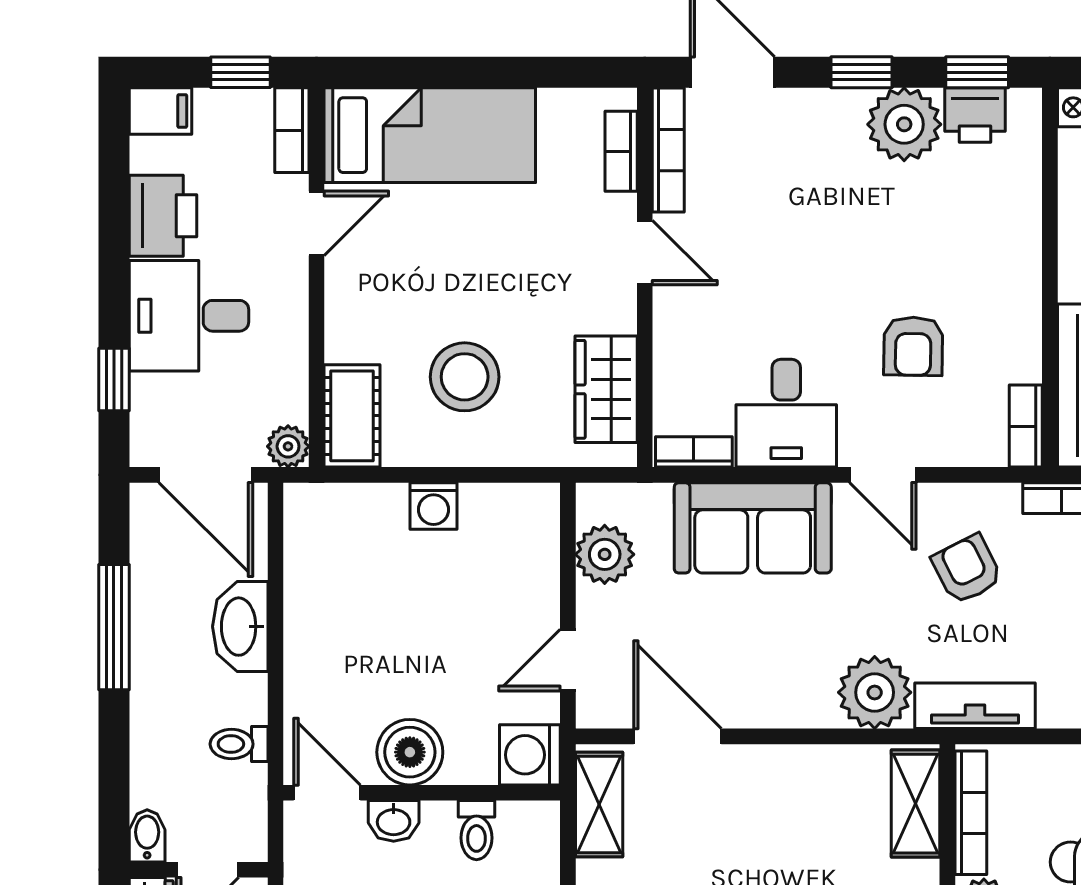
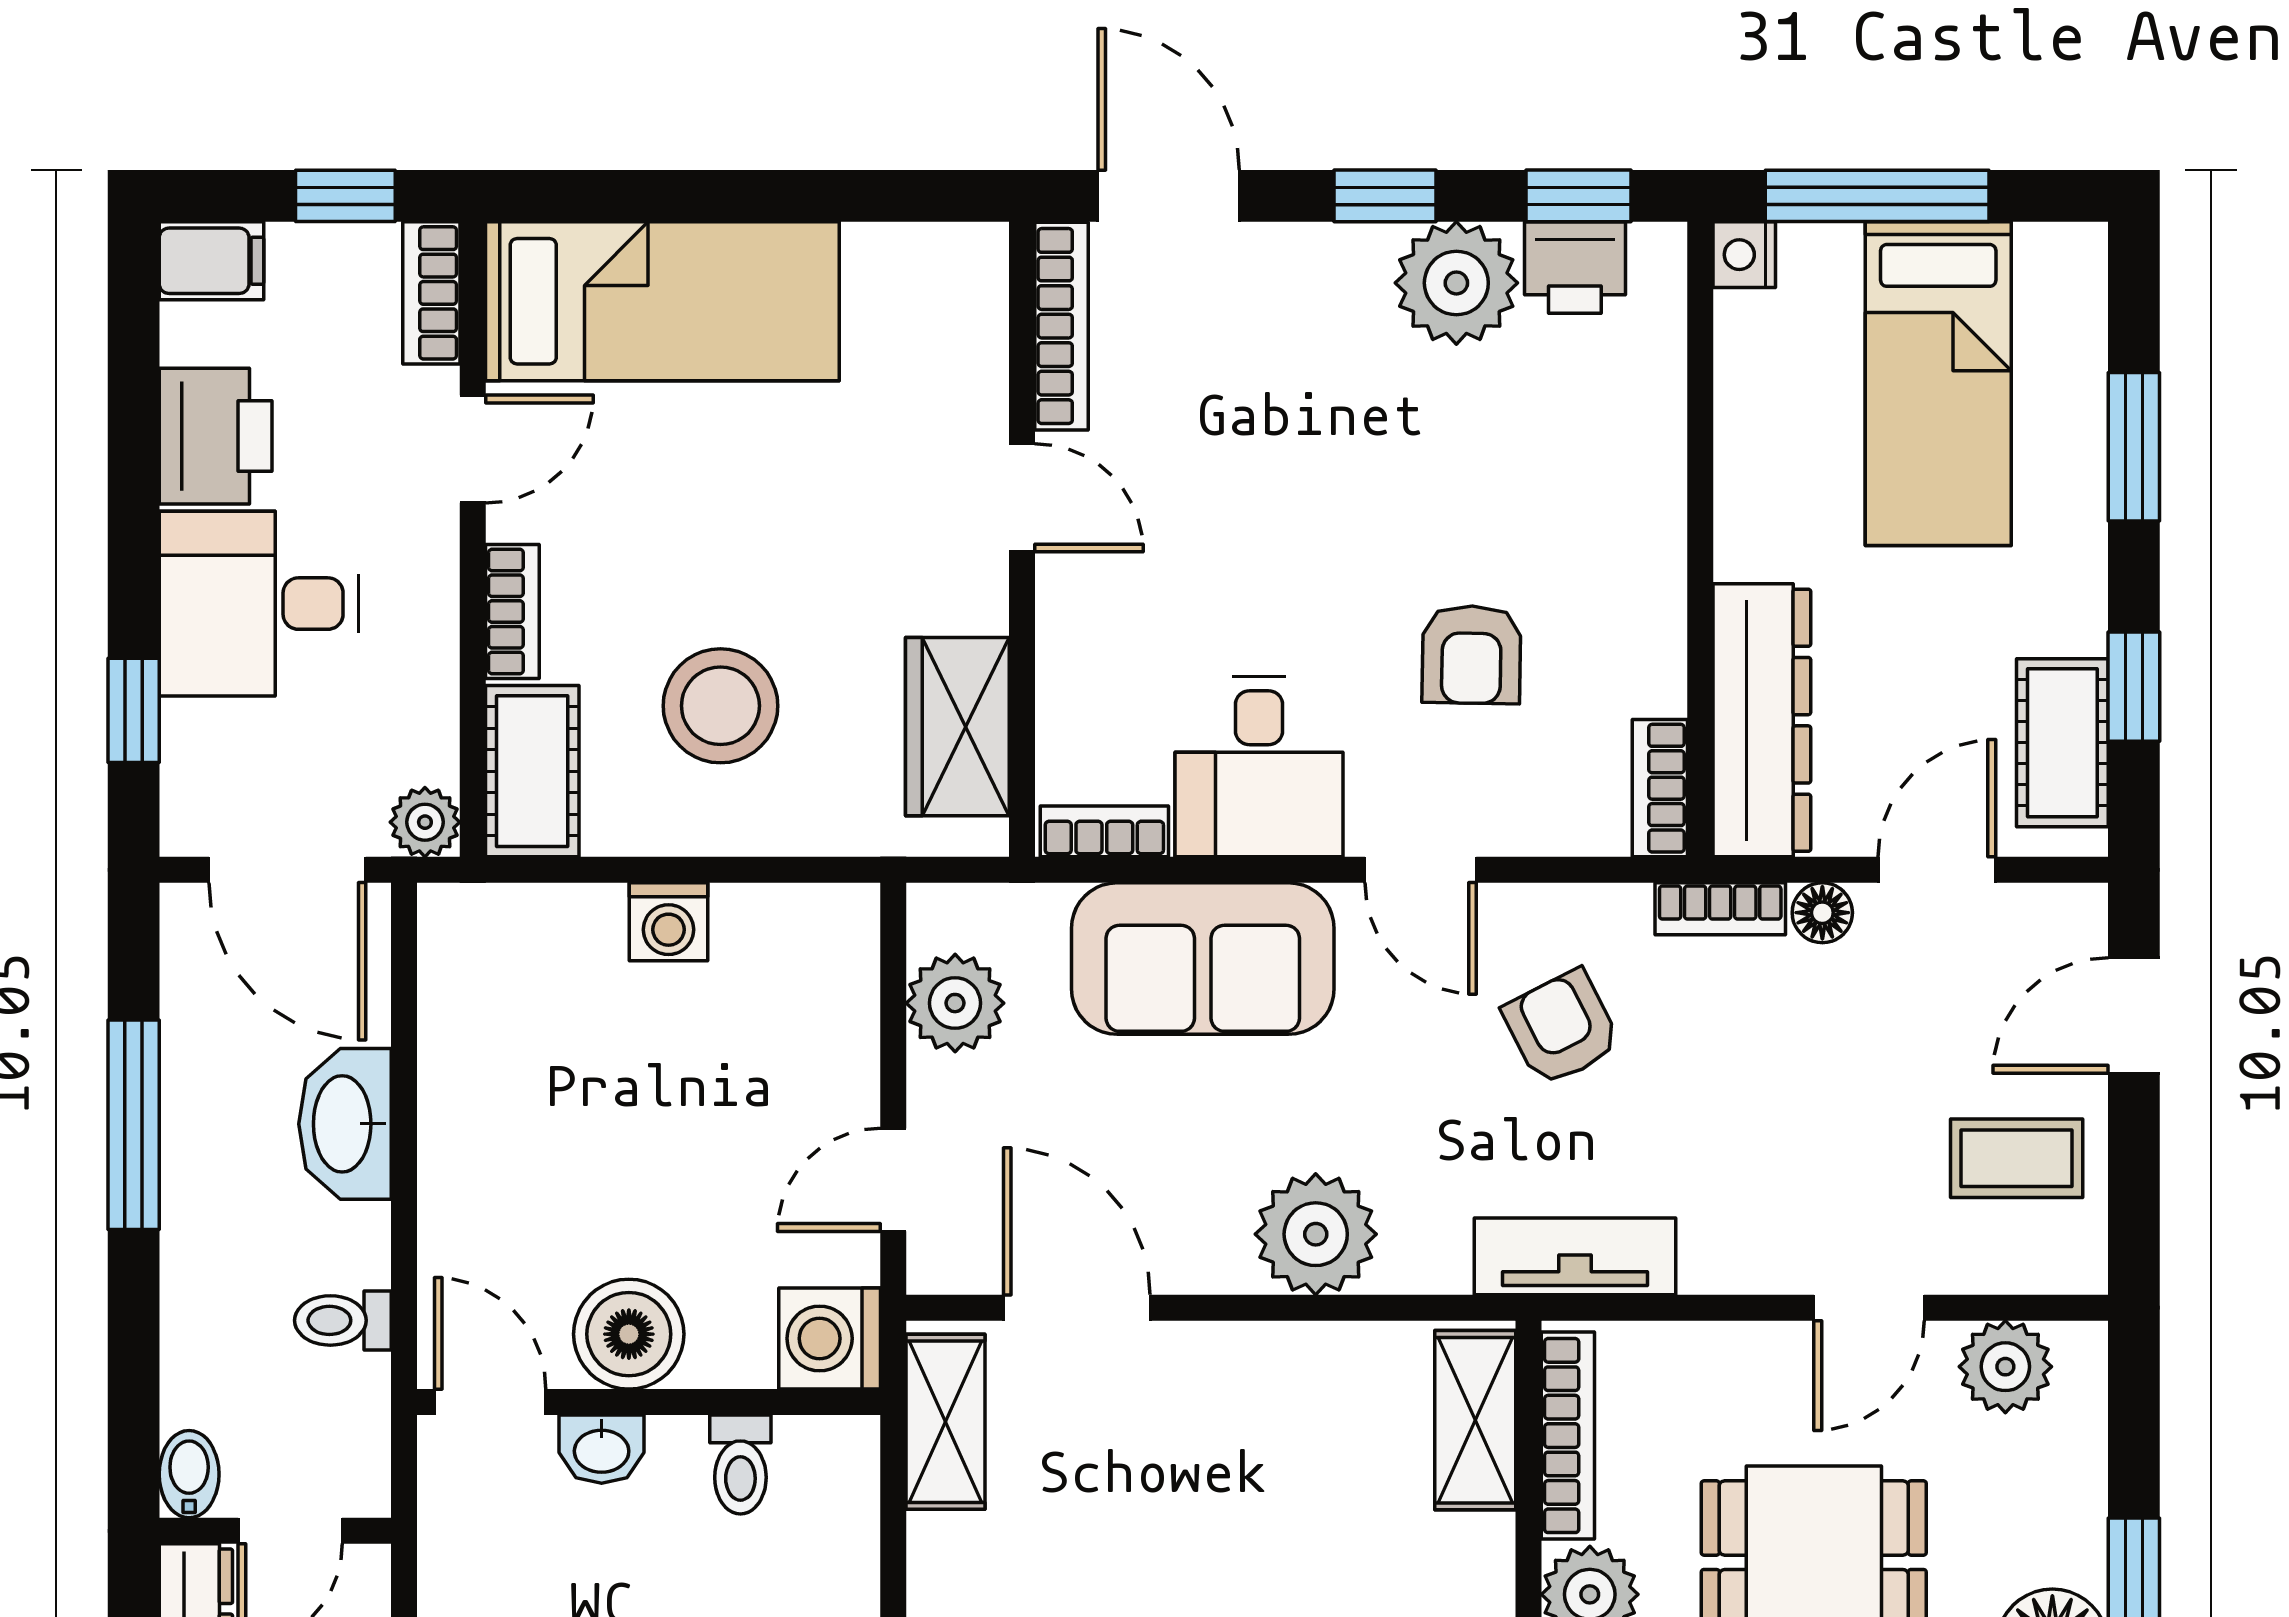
bookcase: (621, 151) -> (512, 612), moved, turned 180
plant: (875, 692) -> (1316, 1234), moved

